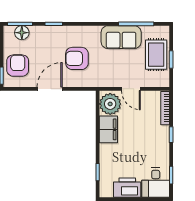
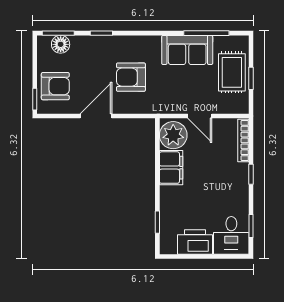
armchair: (18, 66) -> (55, 86), turned 90

